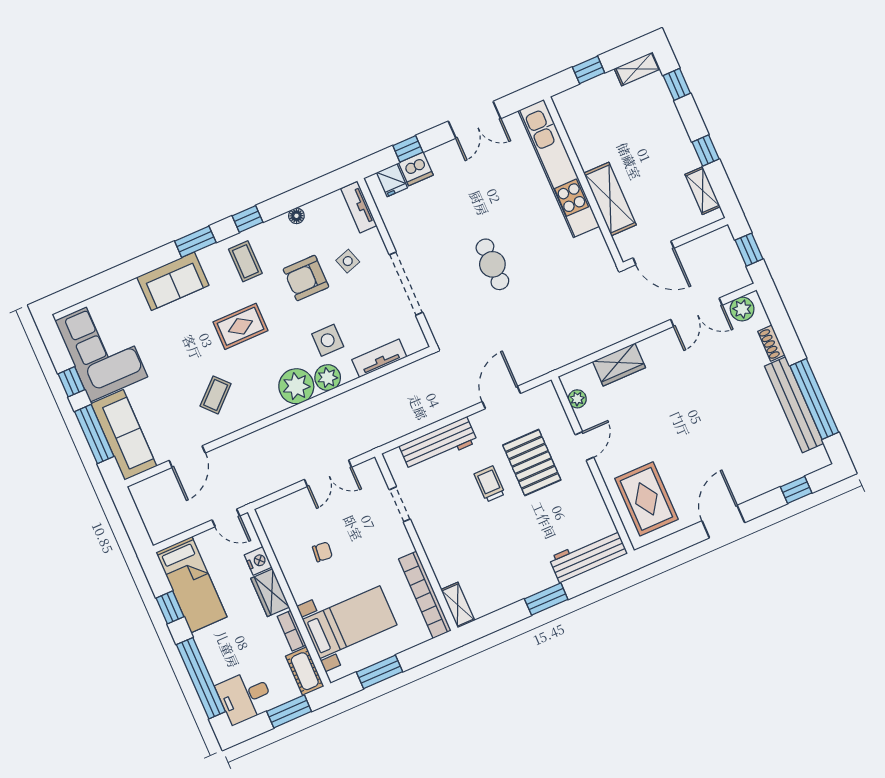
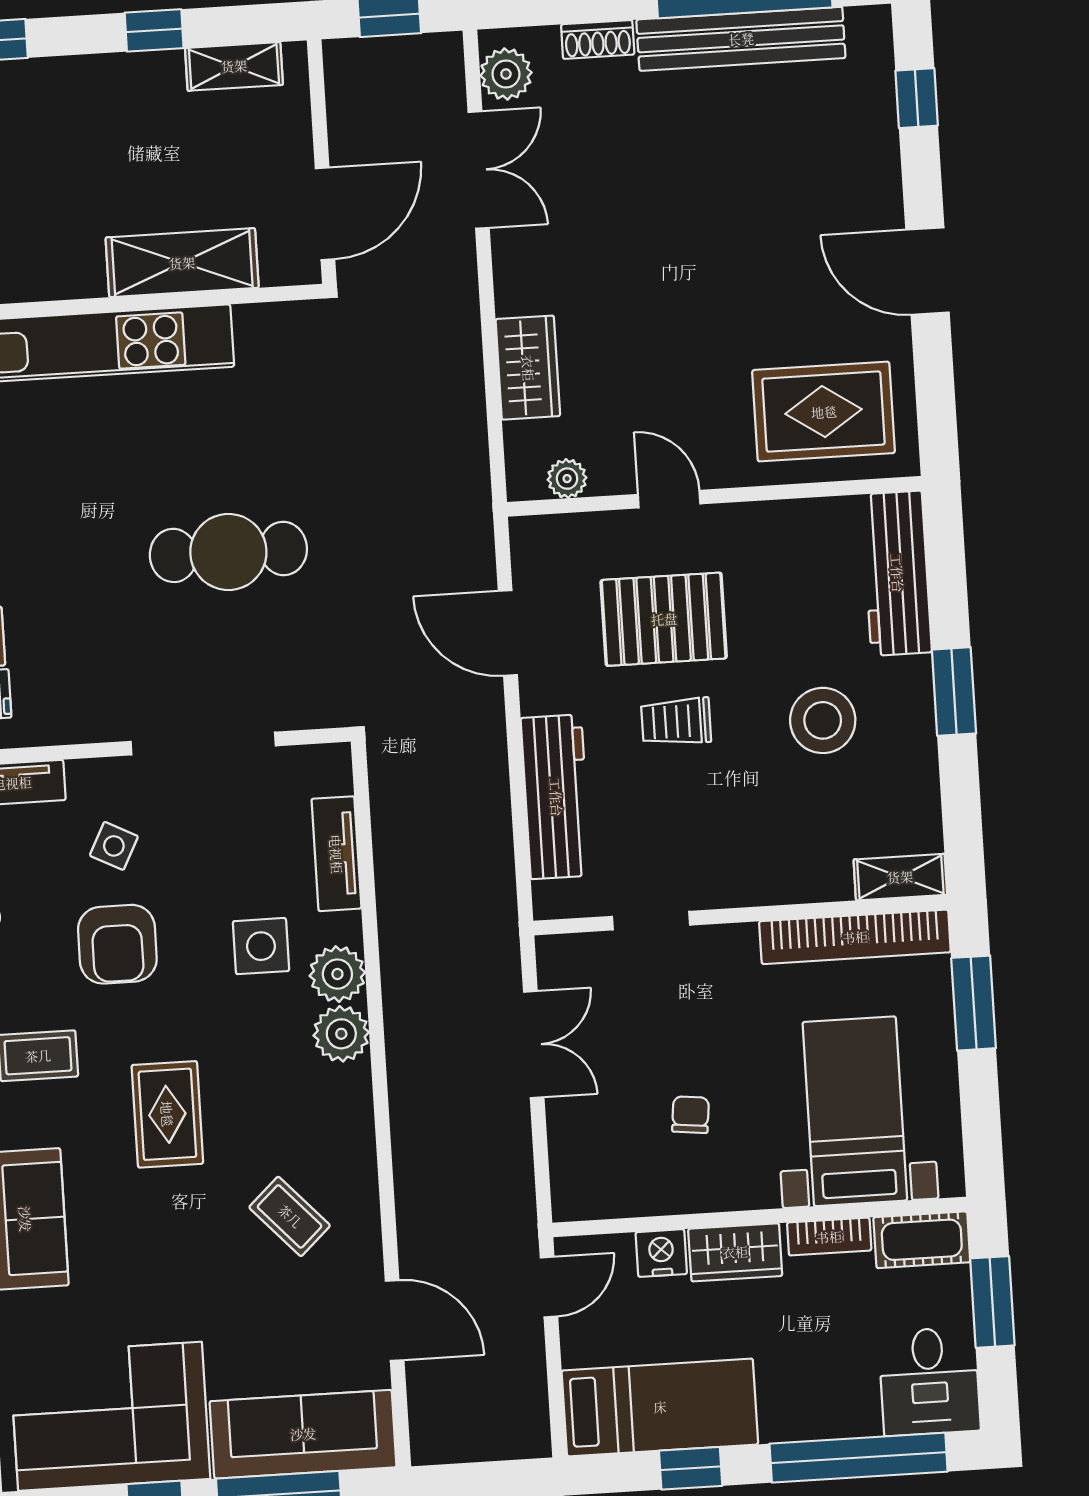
side table: (348, 261) -> (114, 846), turned 45
cafe table: (492, 264) -> (228, 552), width x1.37, depth x1.35
plant: (296, 386) -> (341, 1034), width x0.73, depth x0.73
stool: (513, 547) -> (823, 720), added
window: (380, 672) -> (974, 1003), moved

